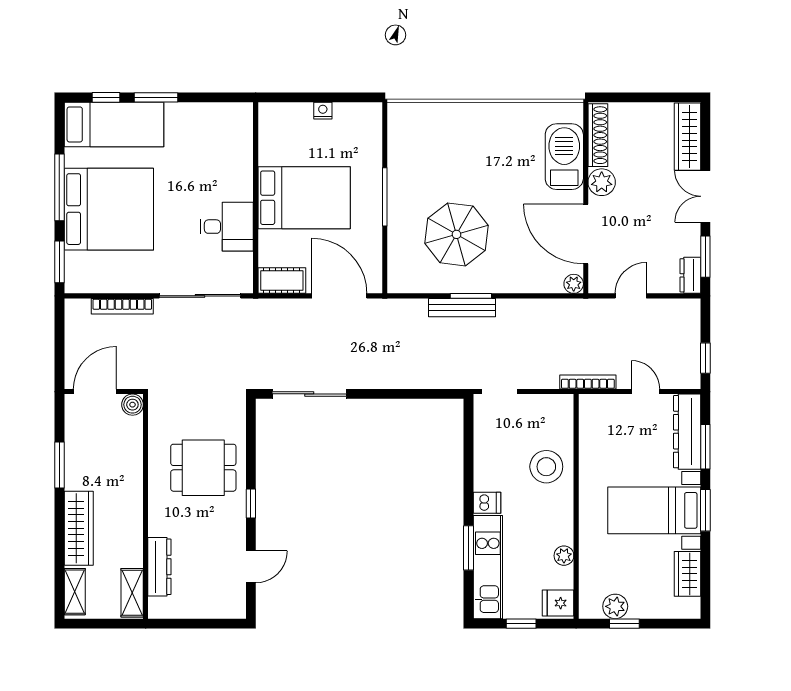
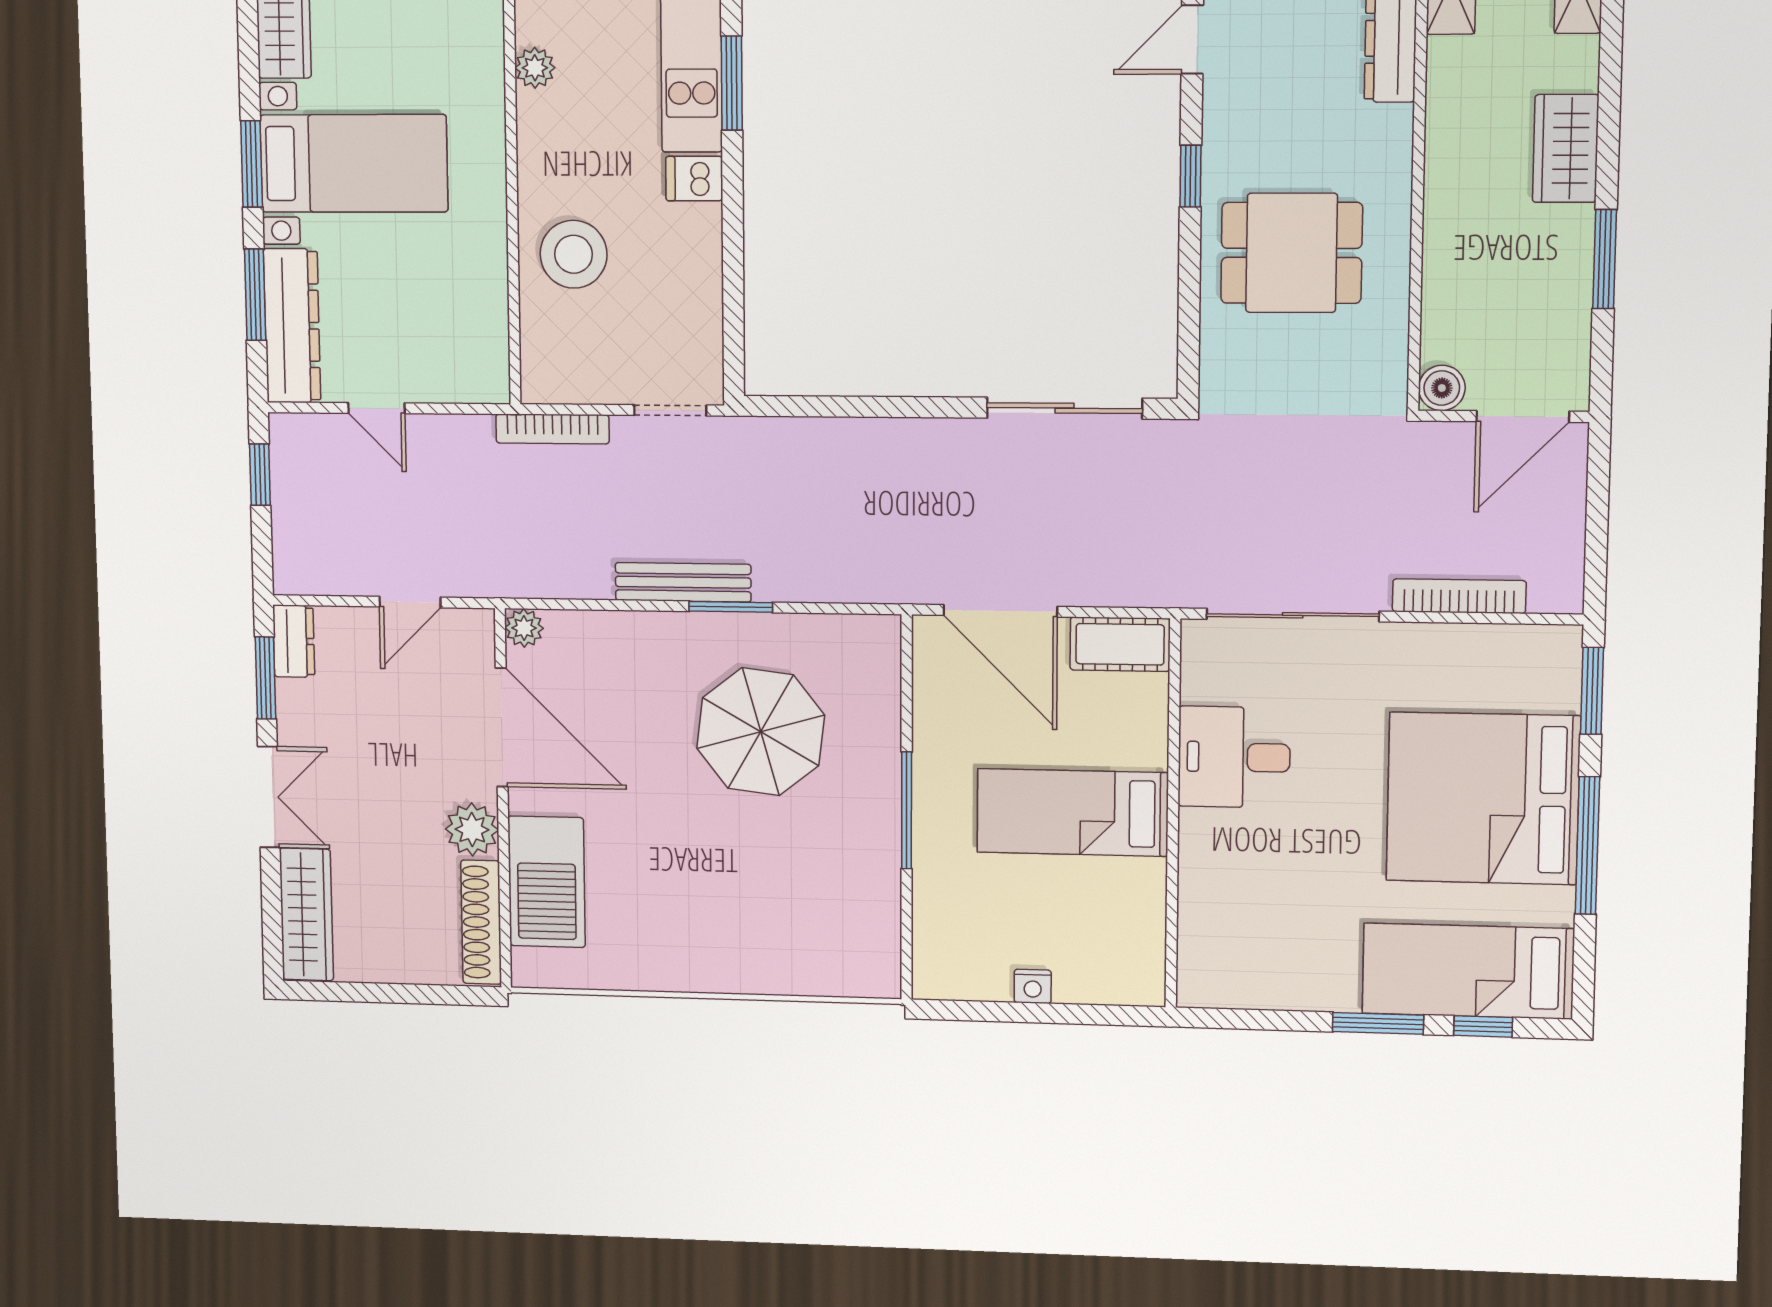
bed: (304, 198) -> (1072, 812), width x0.67
bench: (462, 308) -> (683, 582), moved
bookcase: (588, 382) -> (552, 429), moved
wardrobe: (79, 528) -> (1566, 148), width x0.67

